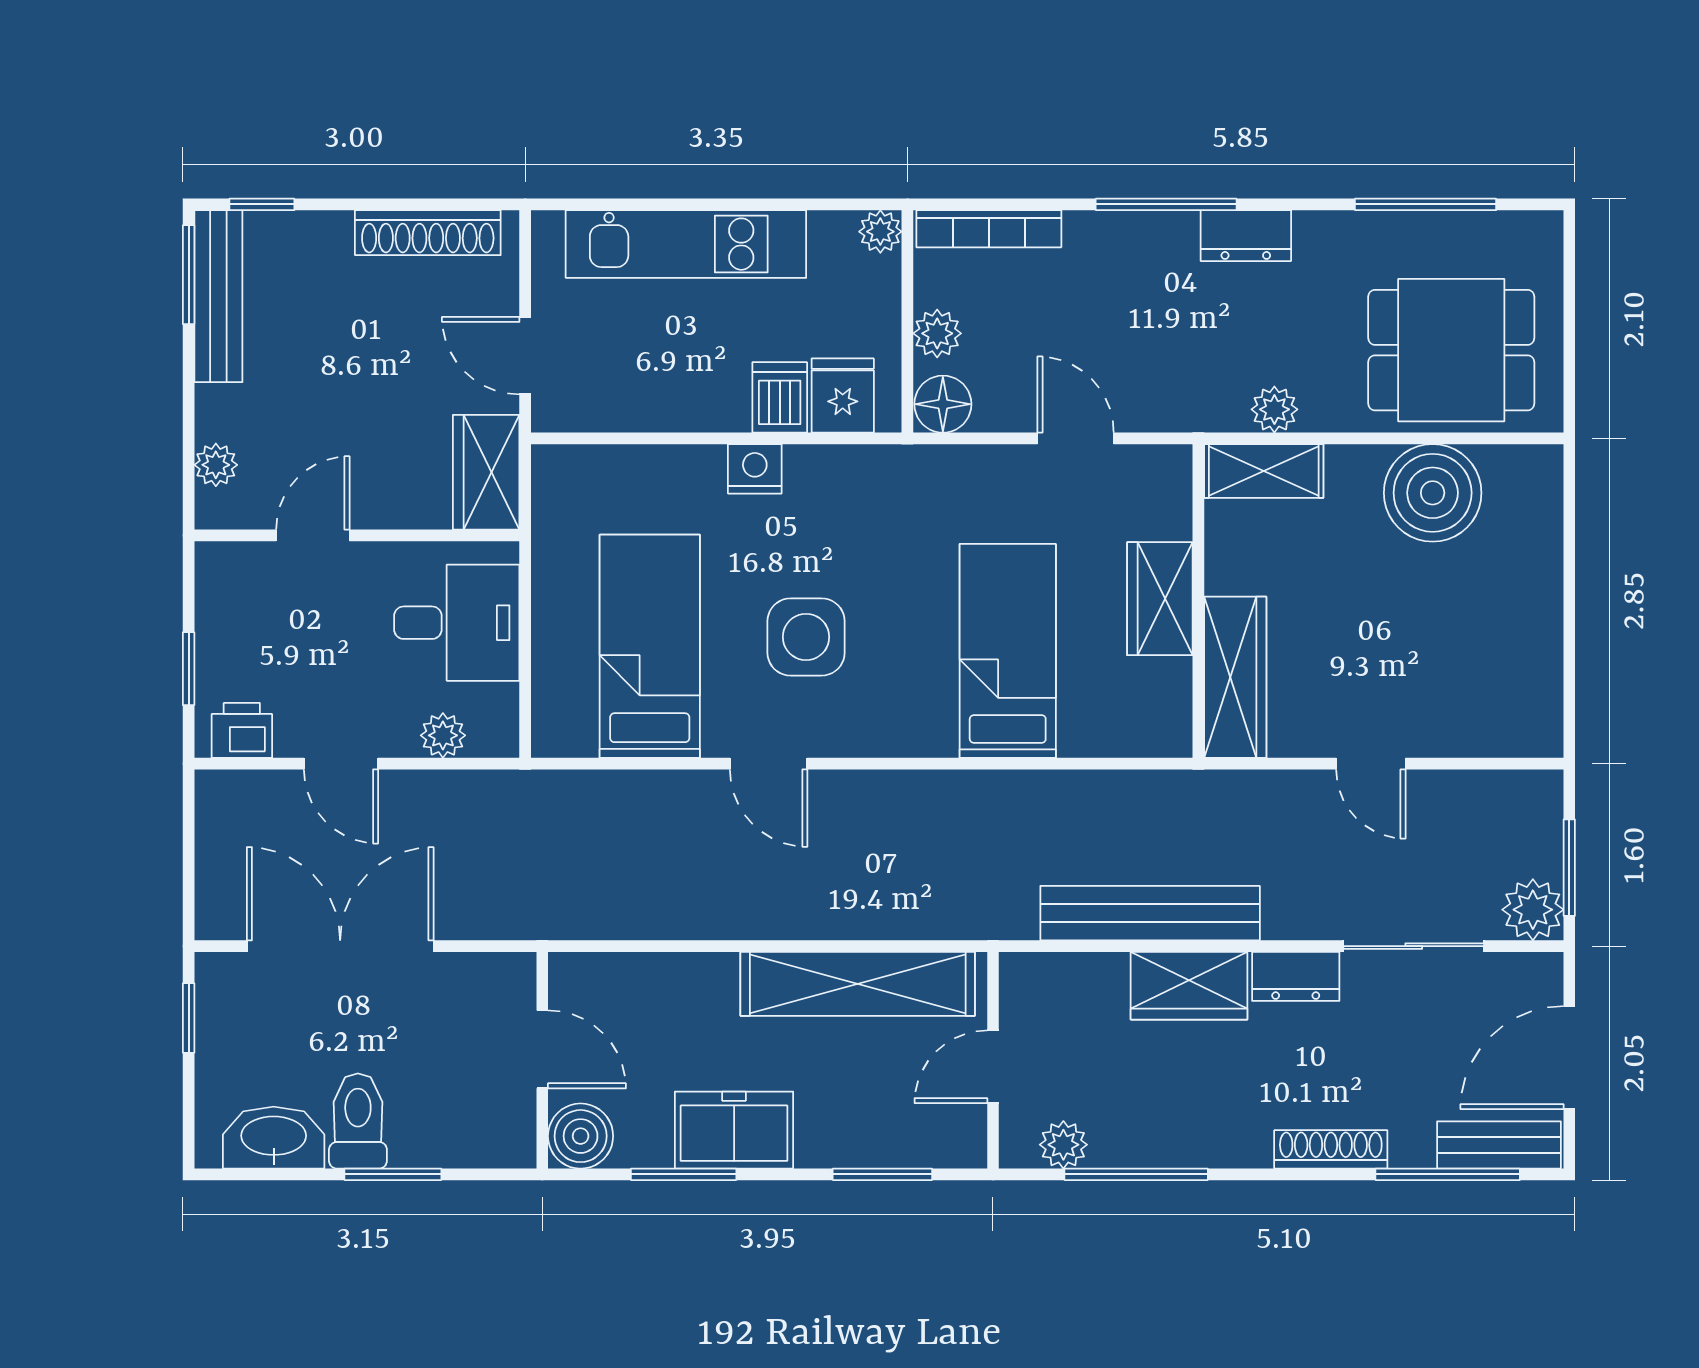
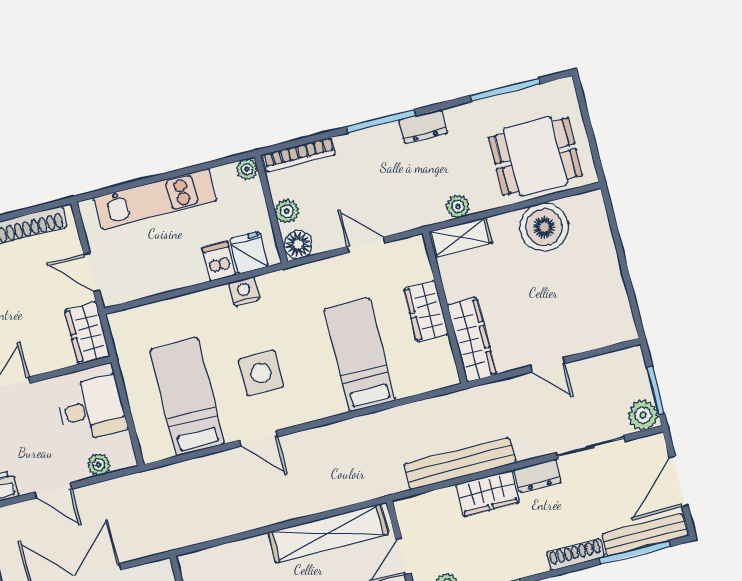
nightstand: (755, 469) -> (244, 291), moved
bench: (1499, 1145) -> (645, 535), width x1.36

